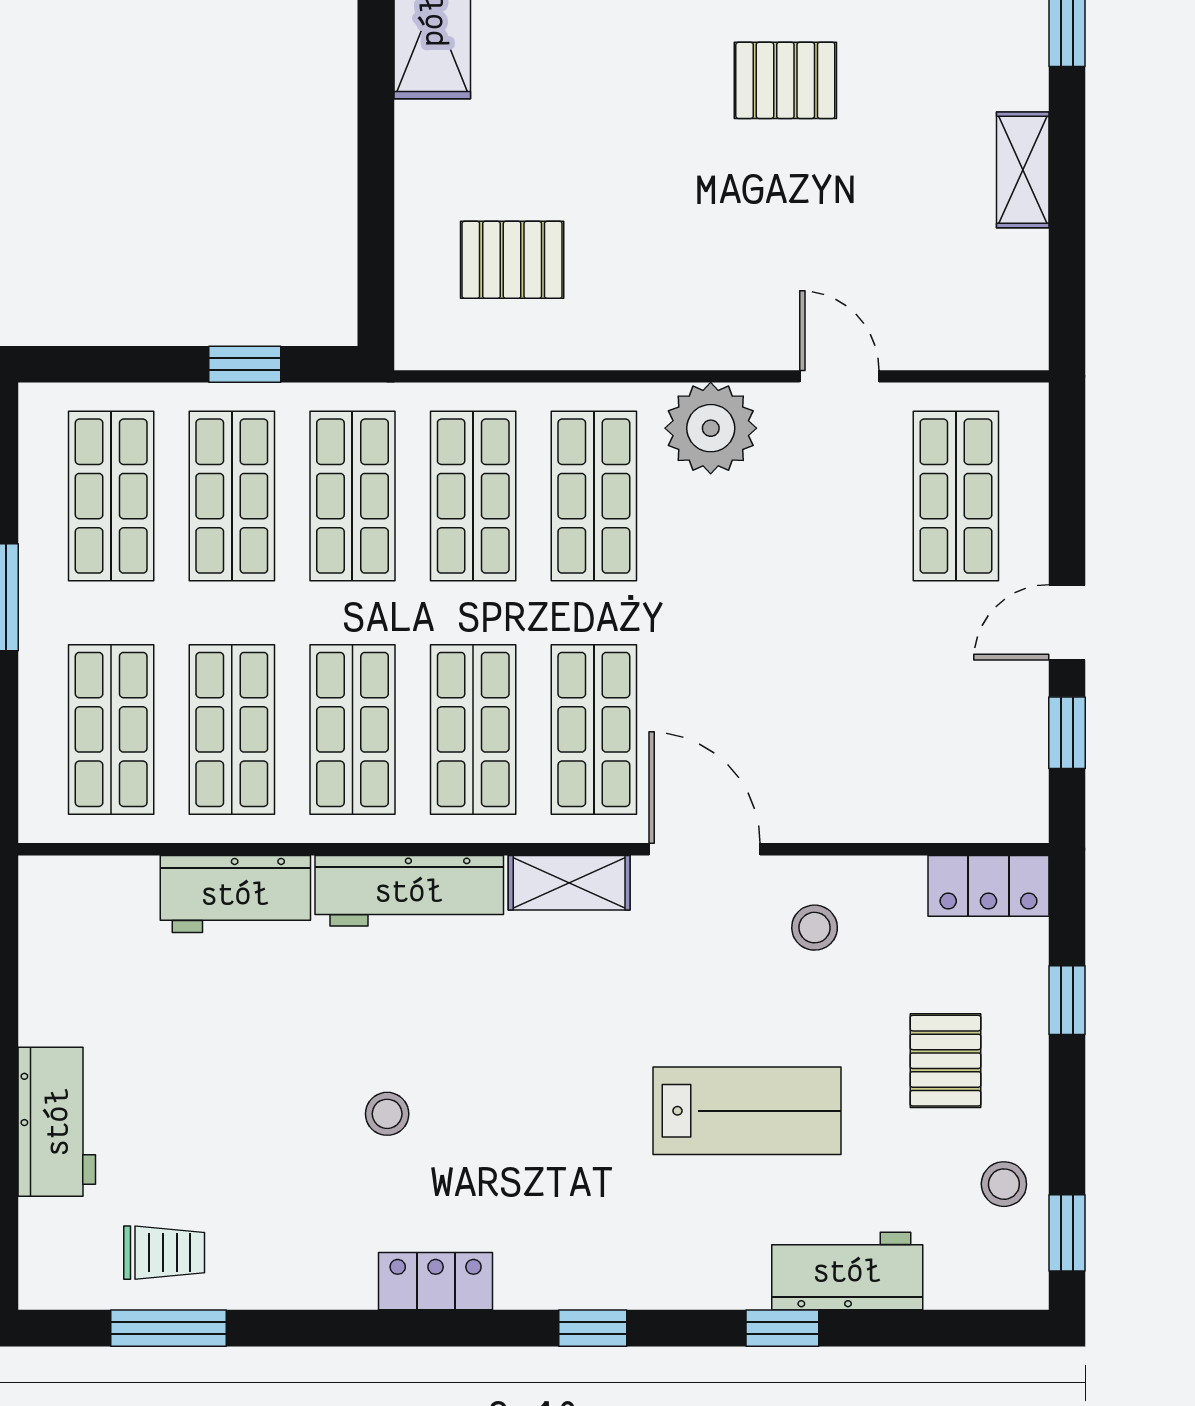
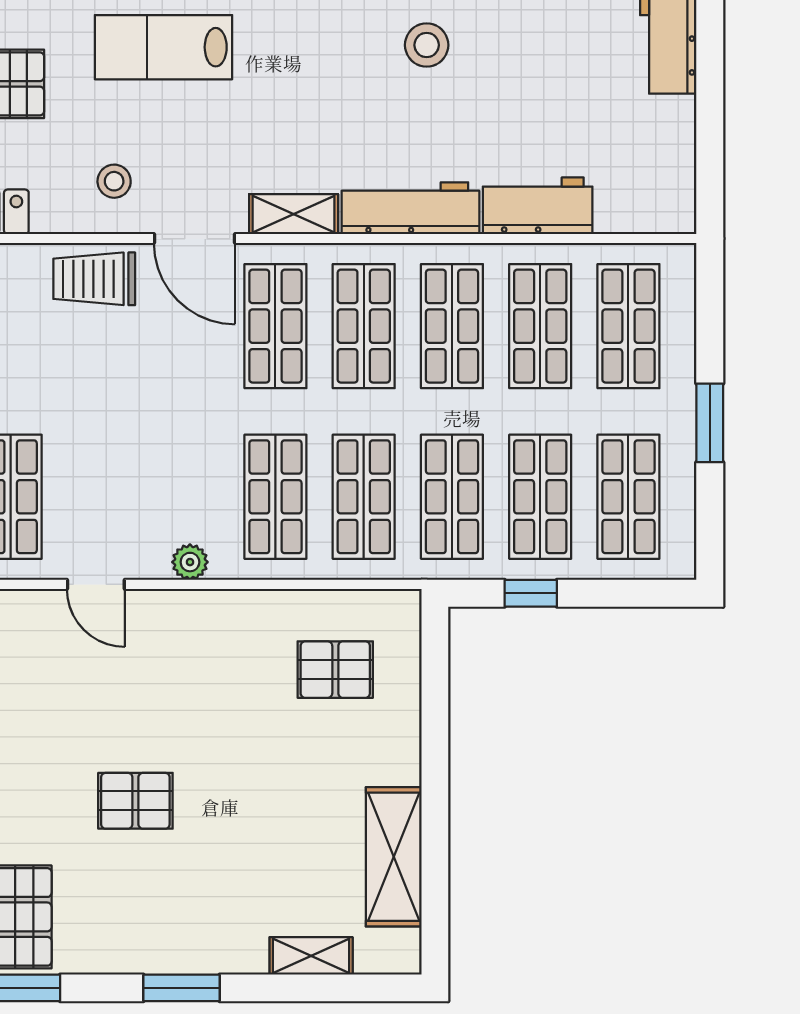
plant: (711, 428) -> (190, 562), width x0.53, depth x0.53
trolley: (842, 794) -> (94, 279), added
stool: (387, 1114) -> (427, 45), width x1.37, depth x1.37

